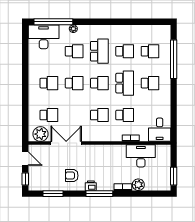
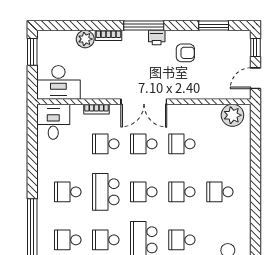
school desk: (49, 115) -> (182, 144), moved
double door: (66, 143) -> (144, 102), moved
desk: (141, 156) -> (58, 82), moved
door: (25, 159) -> (255, 78), hinge flipped

